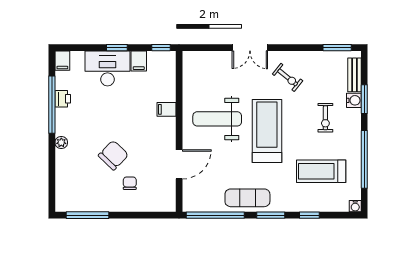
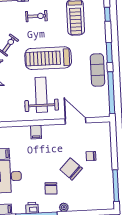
weight bench: (217, 119) -> (41, 95), turned 180
chair: (88, 126) -> (51, 188), added
window: (309, 215) -> (107, 14), moved

